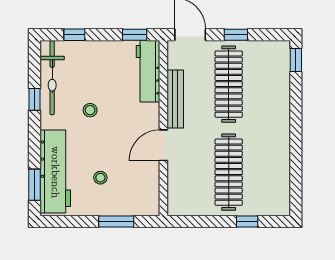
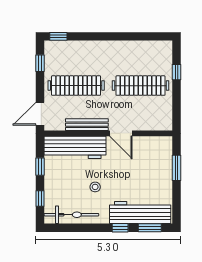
window: (135, 35) -> (40, 167), moved
window: (236, 35) -> (40, 63), moved
workbench: (148, 71) -> (75, 147), width x1.36, depth x1.32
window: (34, 99) -> (120, 228), moved
stool: (100, 178) -> (145, 179), removed

